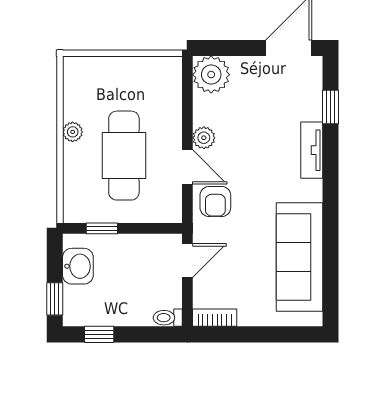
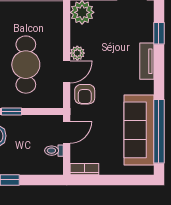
door: (187, 167) -> (67, 72), hinge flipped
window: (331, 259) -> (159, 131), added
toilet: (168, 318) -> (54, 151), moved

